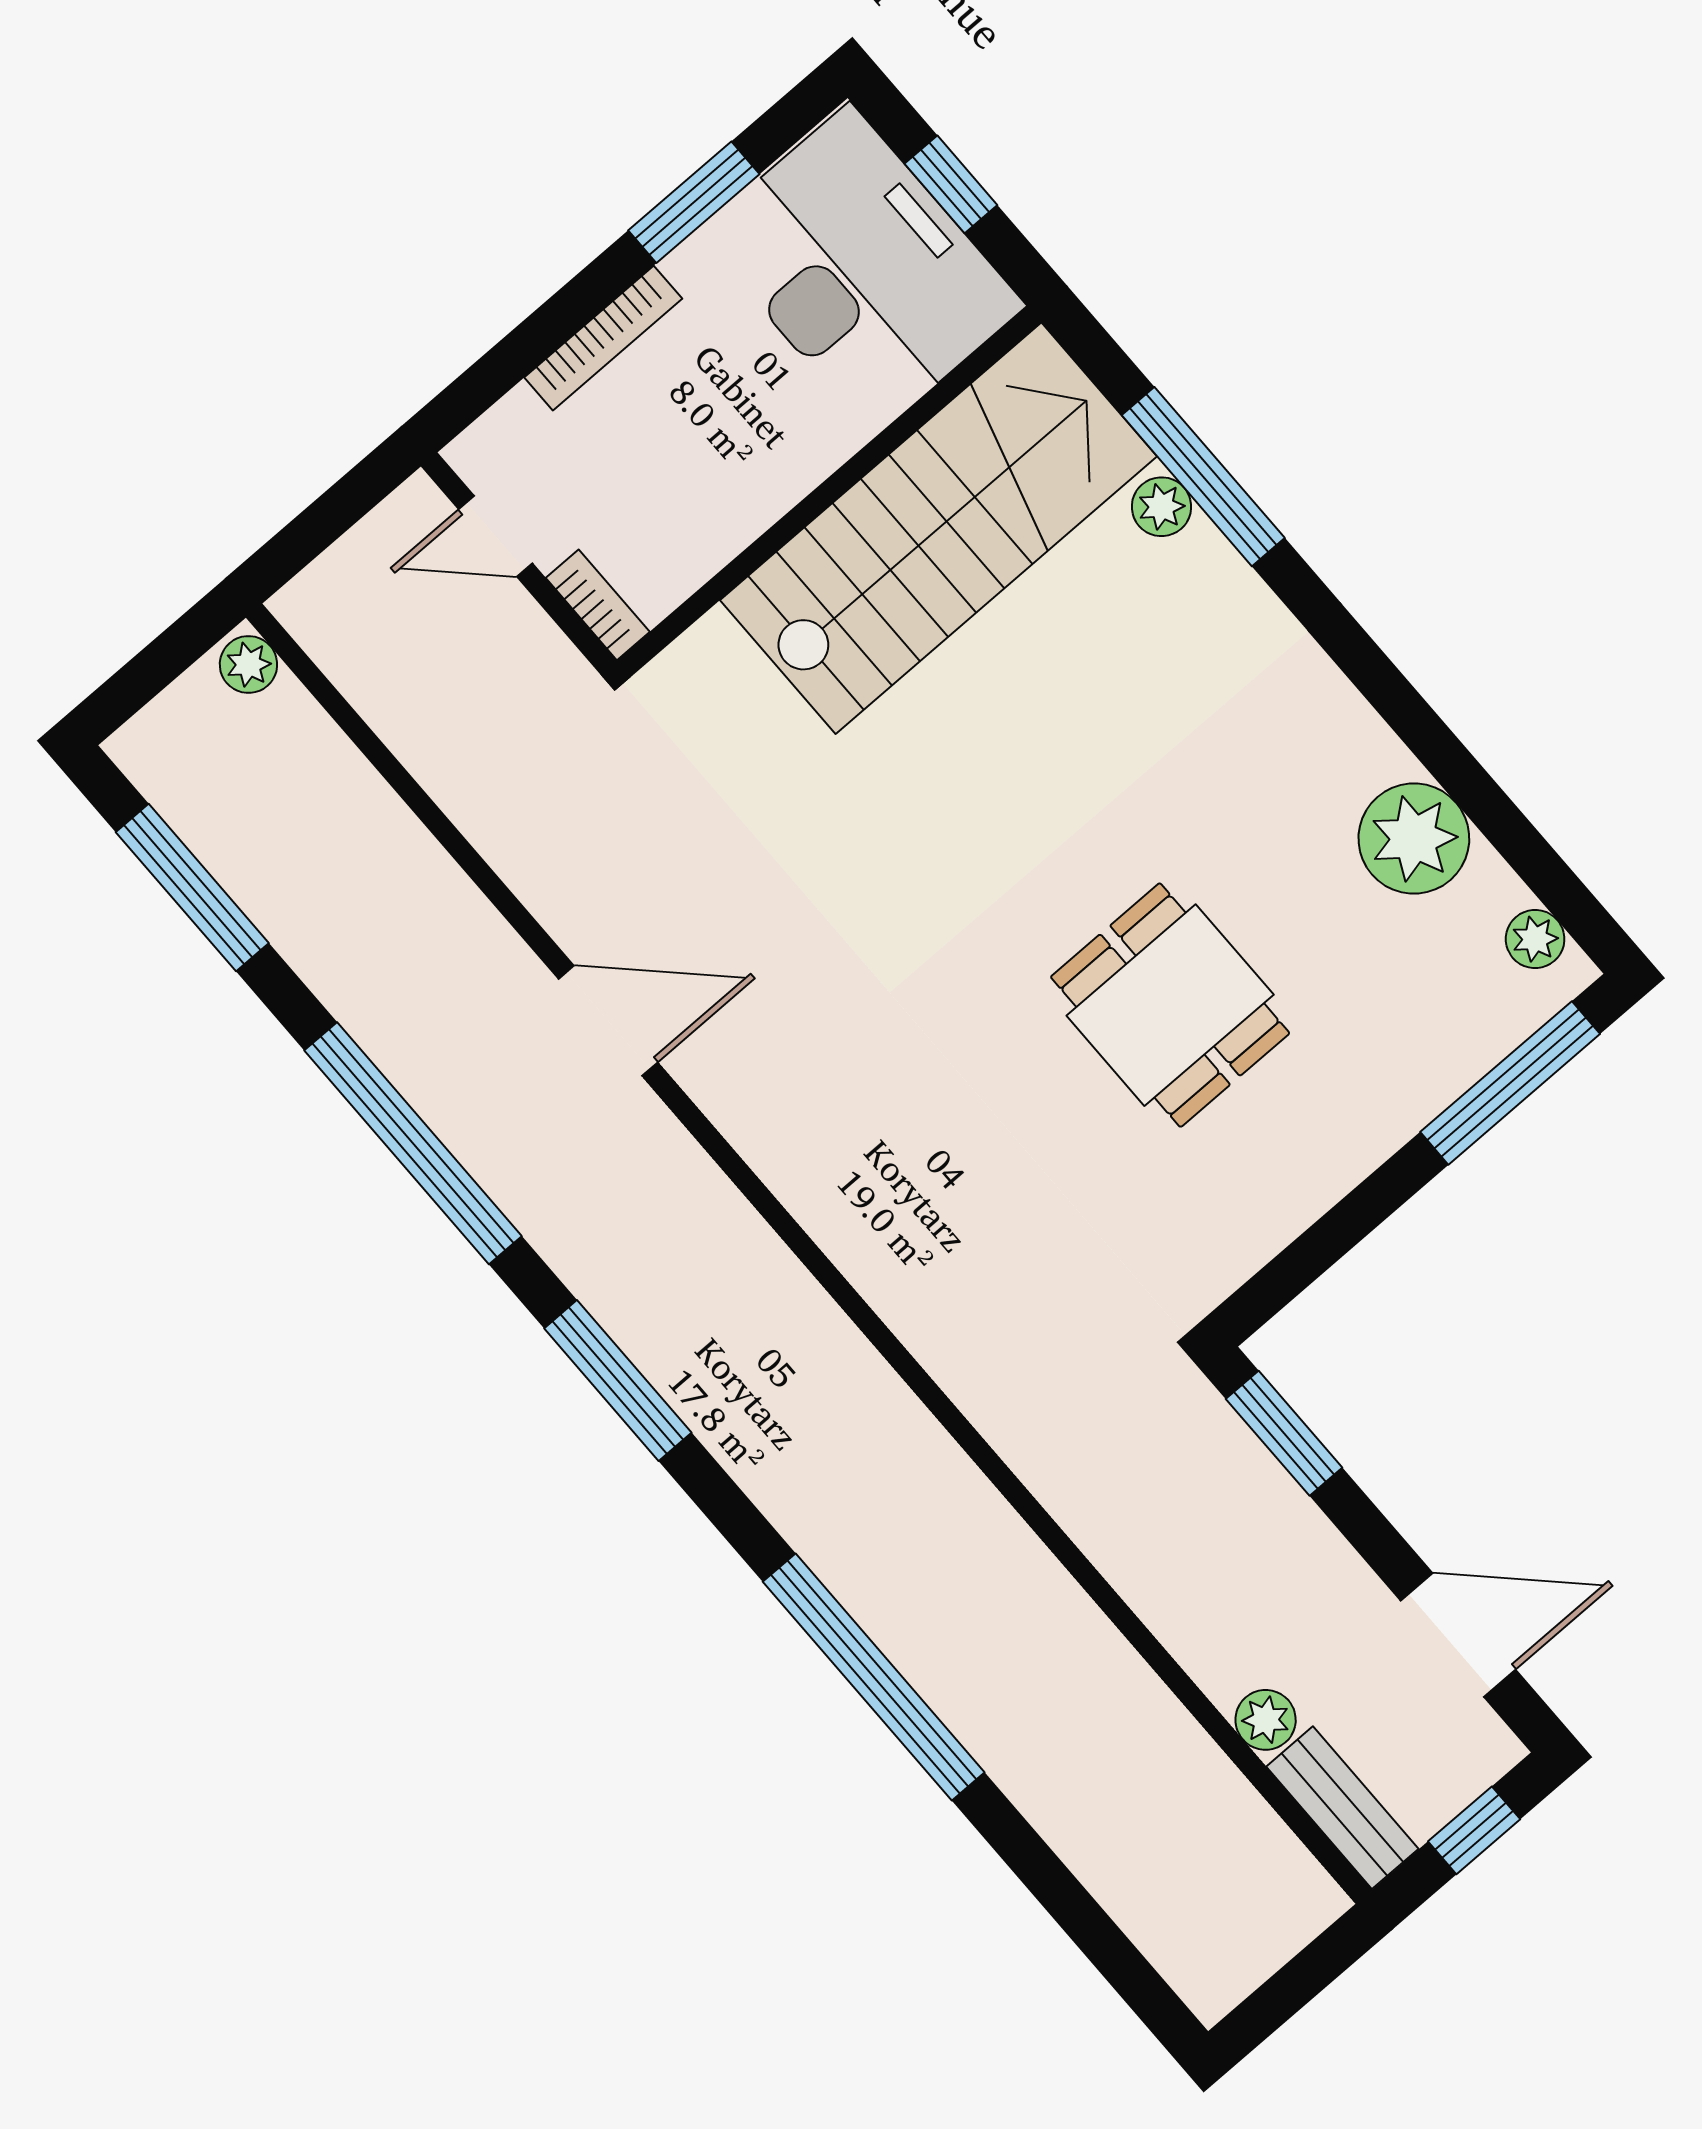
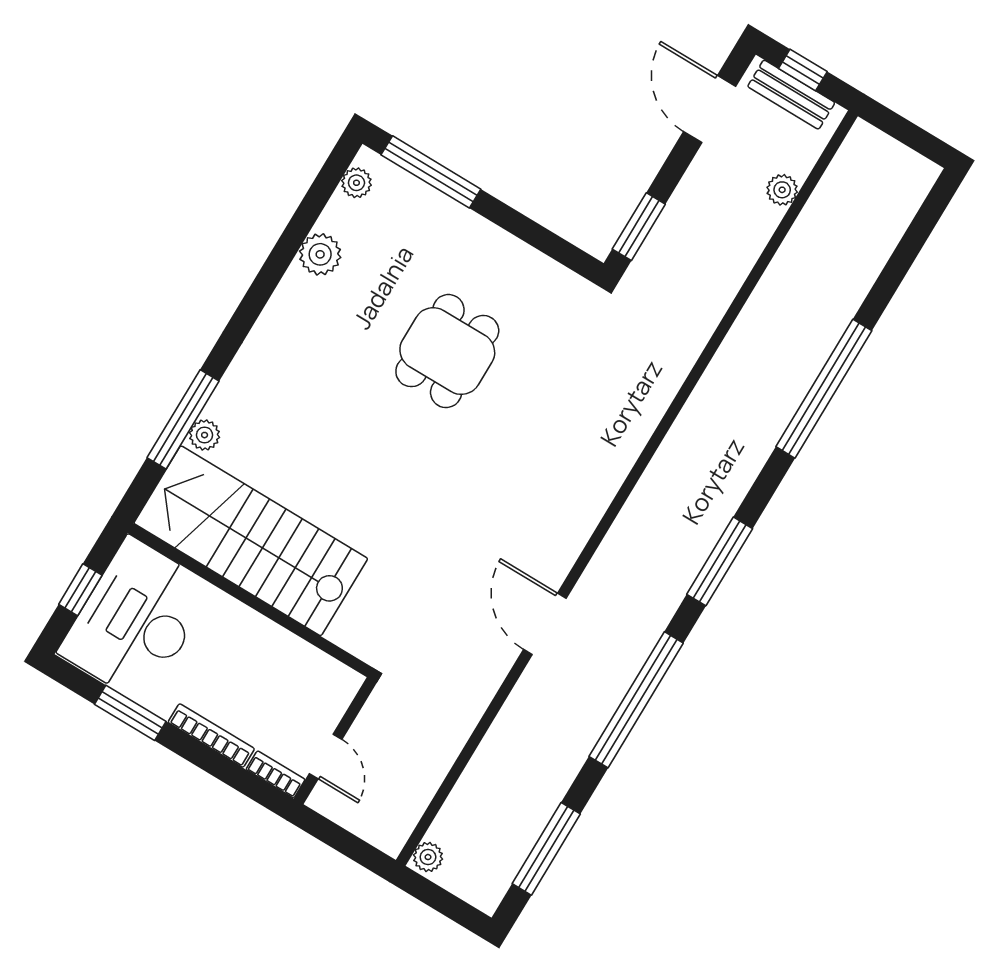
bookcase: (598, 605) -> (276, 774), moved, turned 90
plant: (1414, 839) -> (320, 254), width x0.73, depth x0.73
bench: (1342, 1808) -> (791, 95), moved, turned 90

